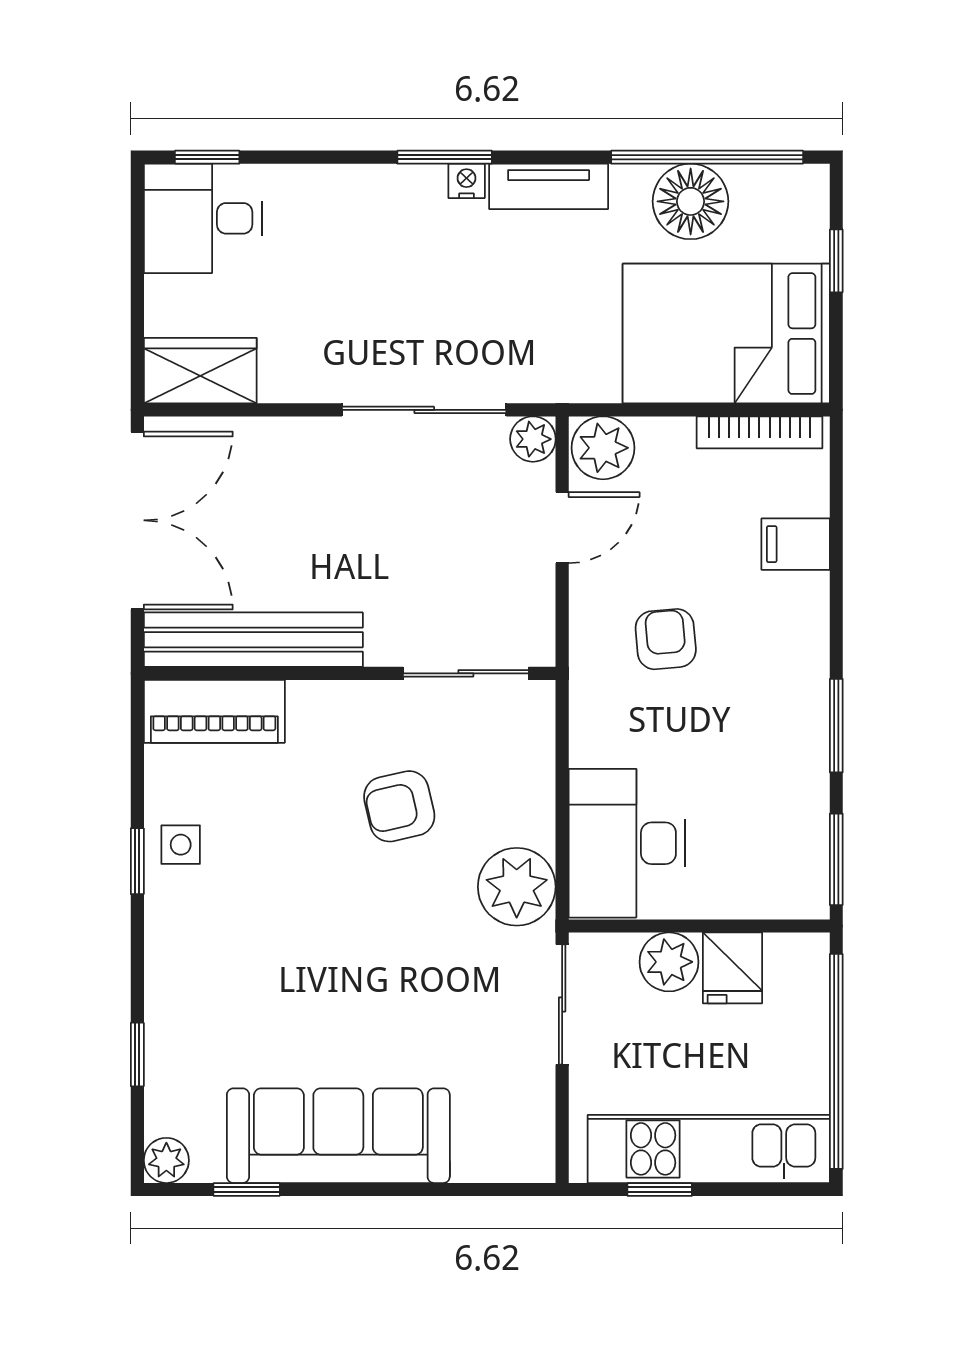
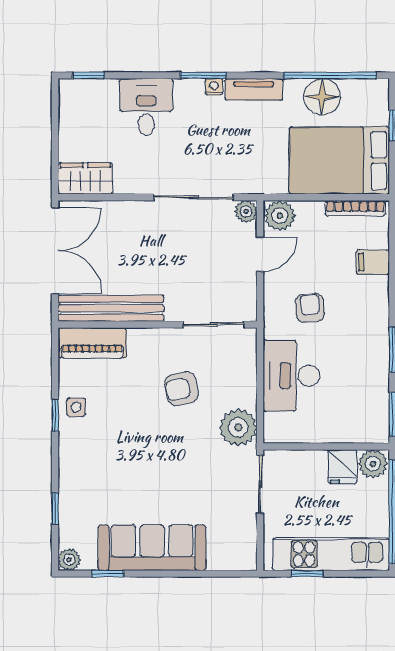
desk: (203, 218) -> (146, 107), moved, turned 90
desk: (627, 843) -> (291, 376), moved
plant: (669, 962) -> (373, 464), moved

